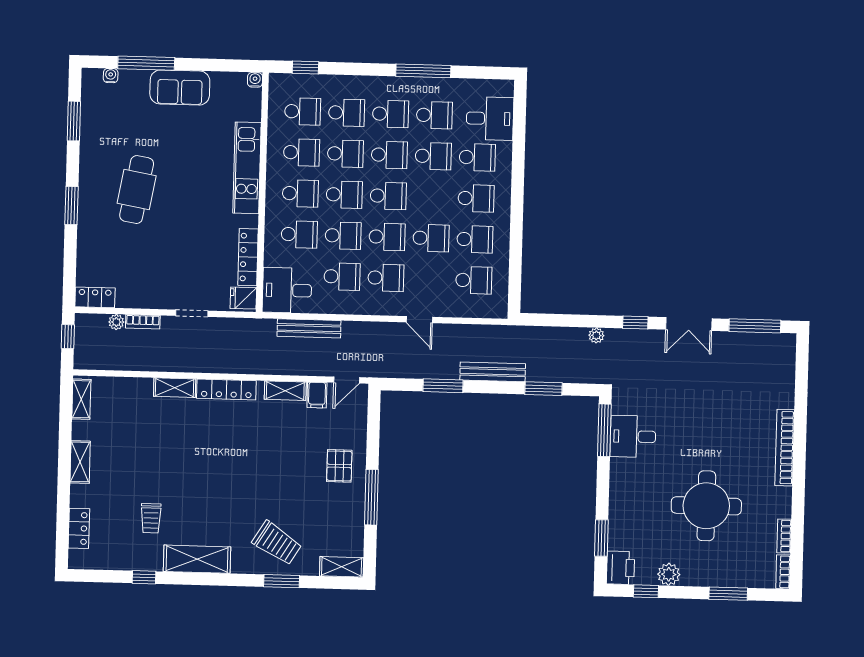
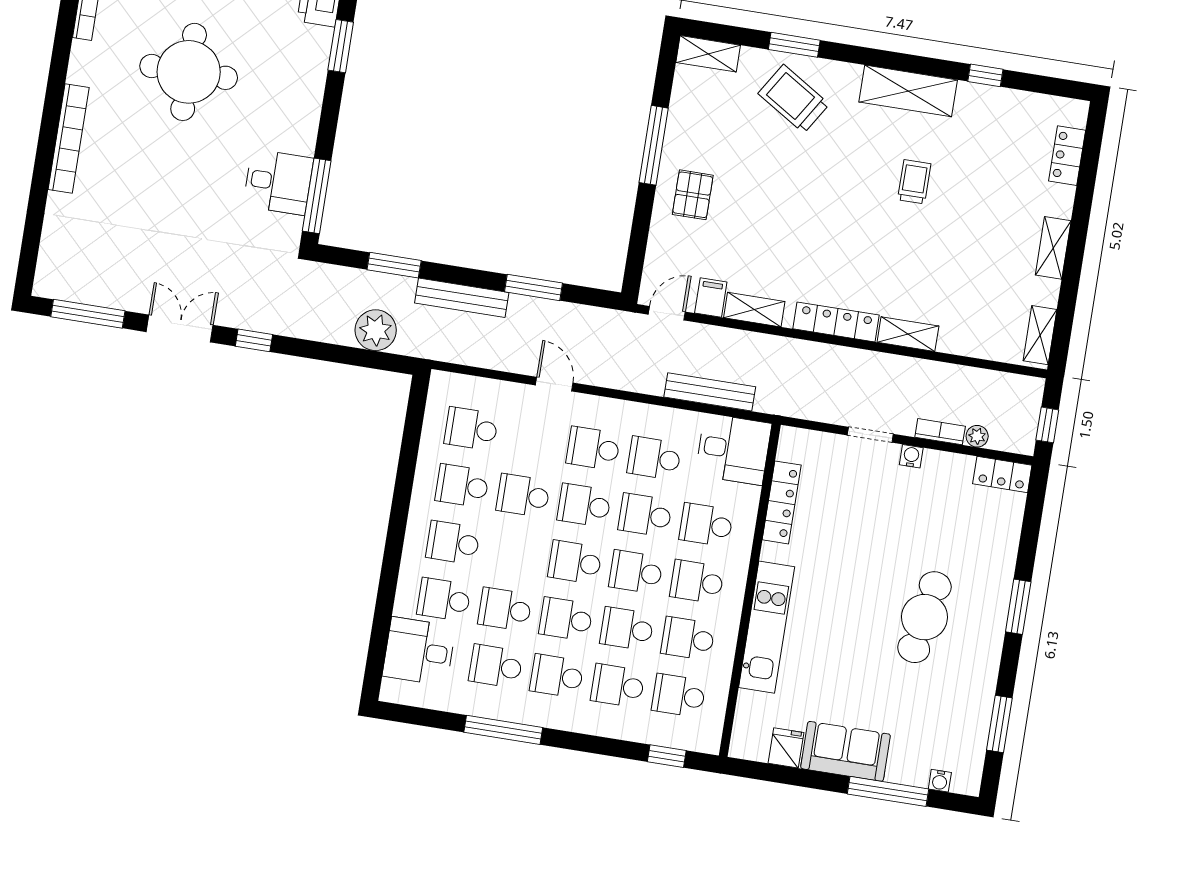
water cooler: (255, 80) -> (911, 456), moved, turned 180
fridge: (243, 298) -> (786, 748), moved, turned -90
plant: (596, 335) -> (376, 330), moved, width x1.87, depth x1.87
trolley: (151, 518) -> (914, 182), moved

